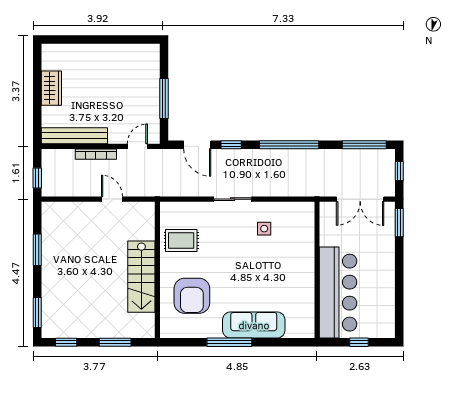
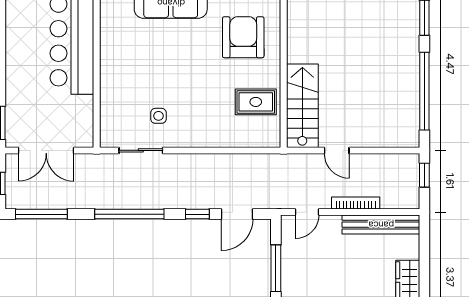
door: (197, 145) -> (237, 214), swing flipped
sliding door: (233, 199) -> (141, 150), moved
double door: (360, 199) -> (46, 150), swing flipped
window: (37, 250) -> (424, 91), width x2.11
stairs: (141, 277) -> (302, 106), moved

